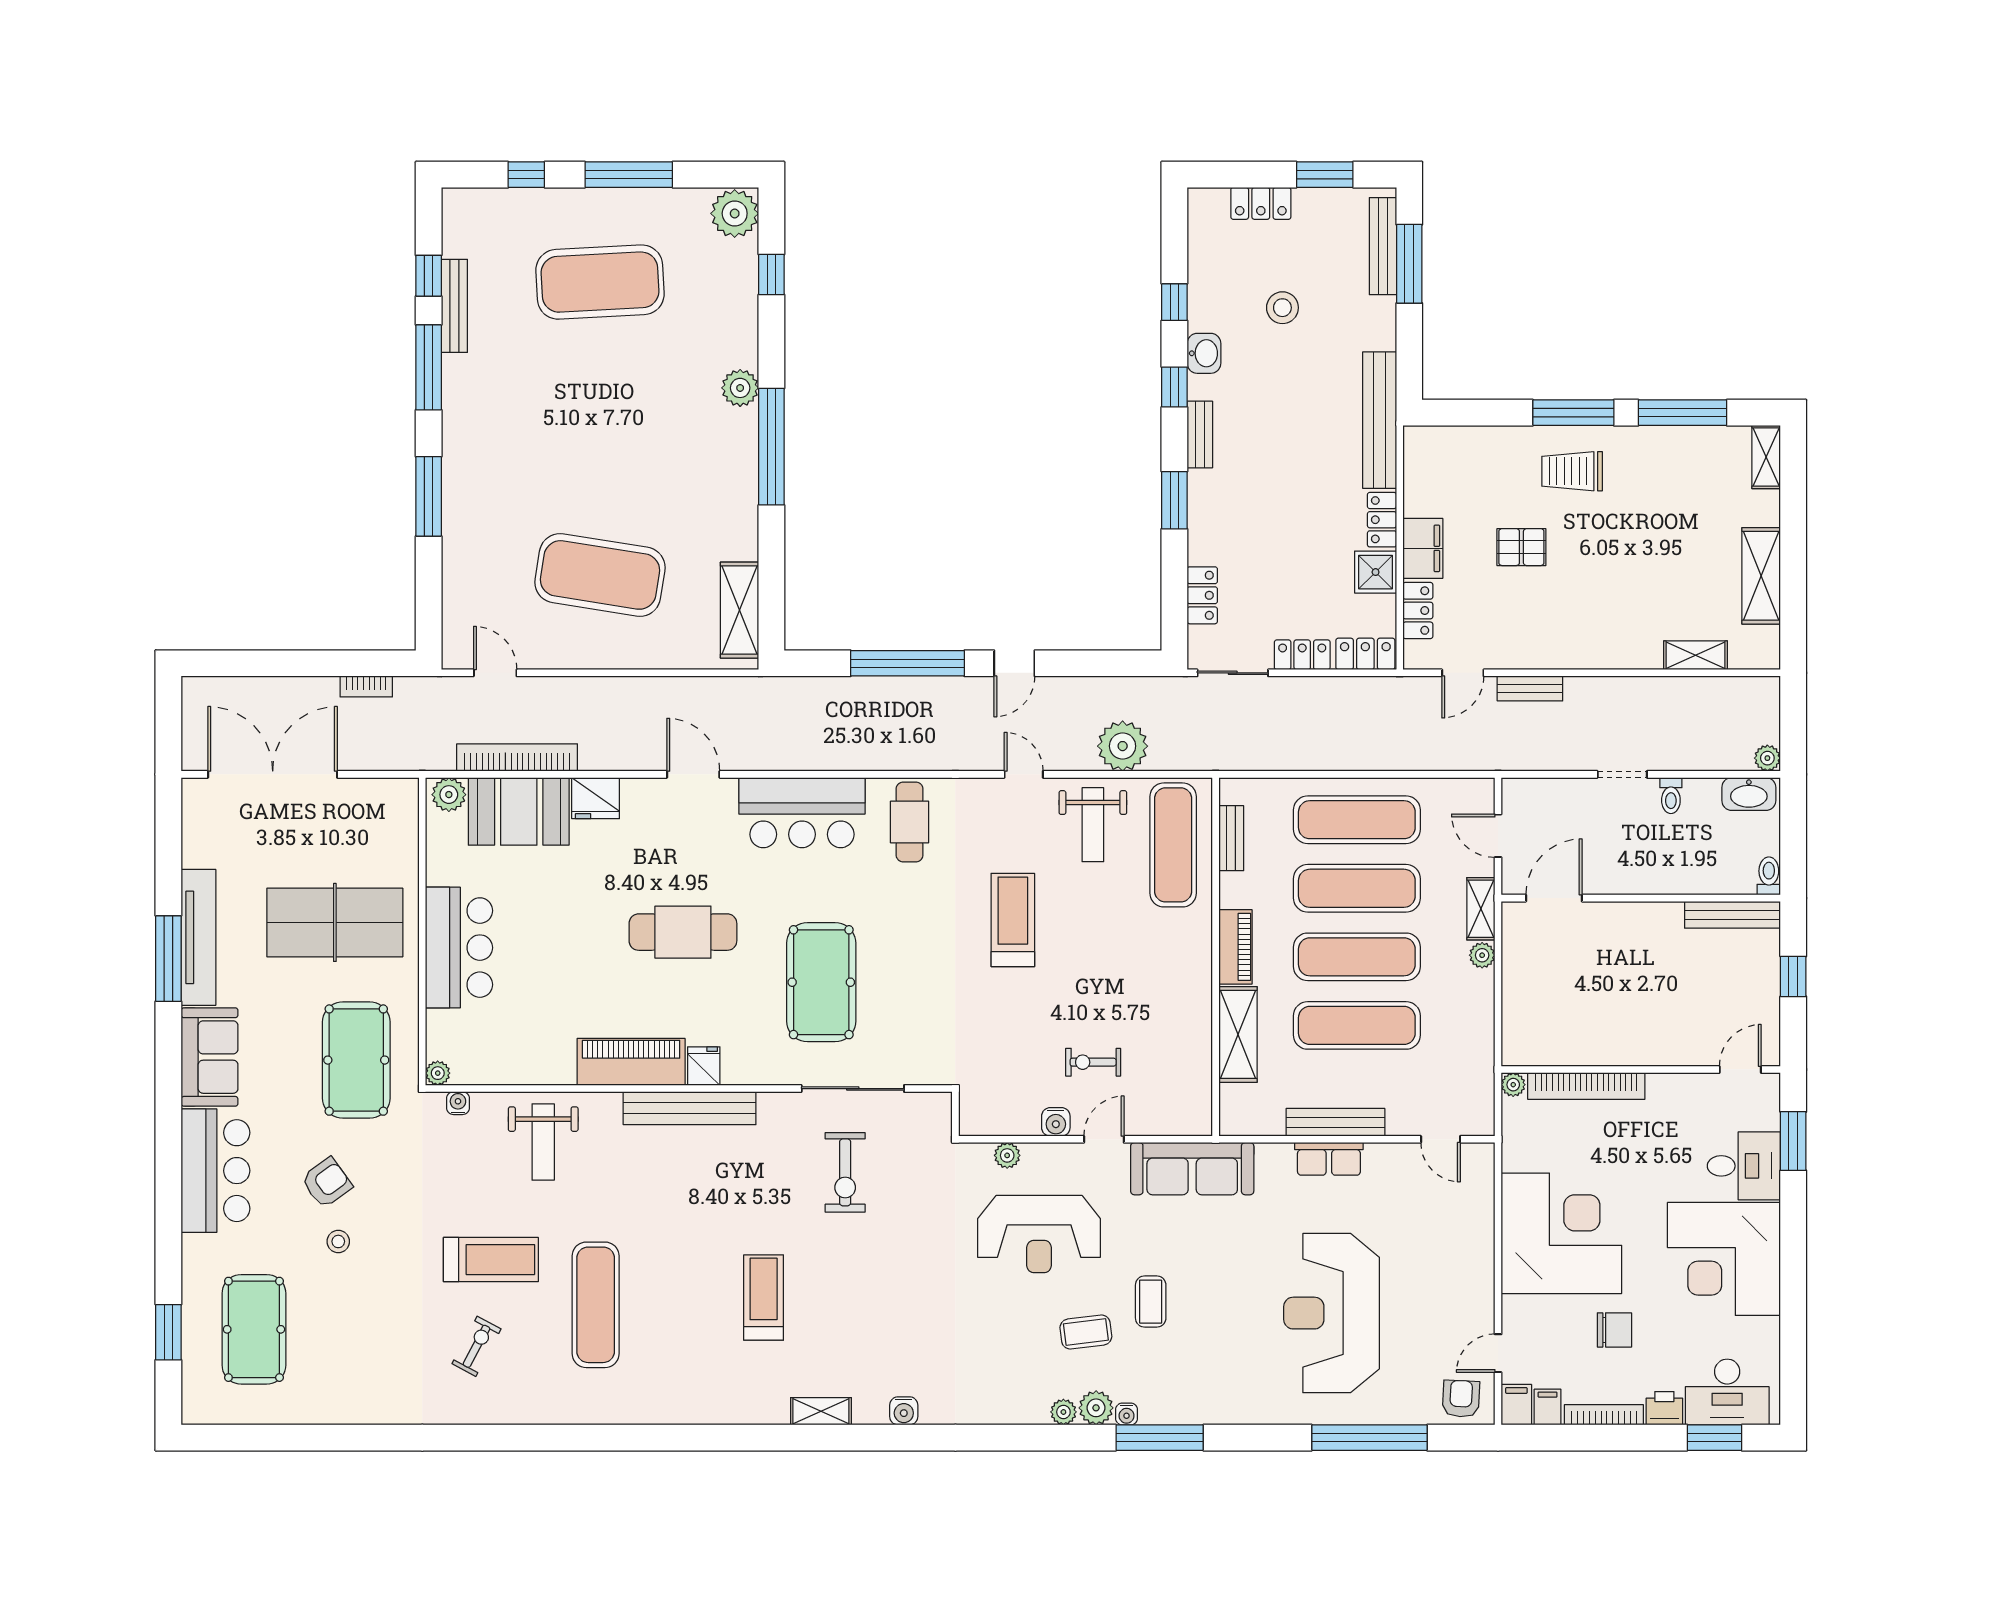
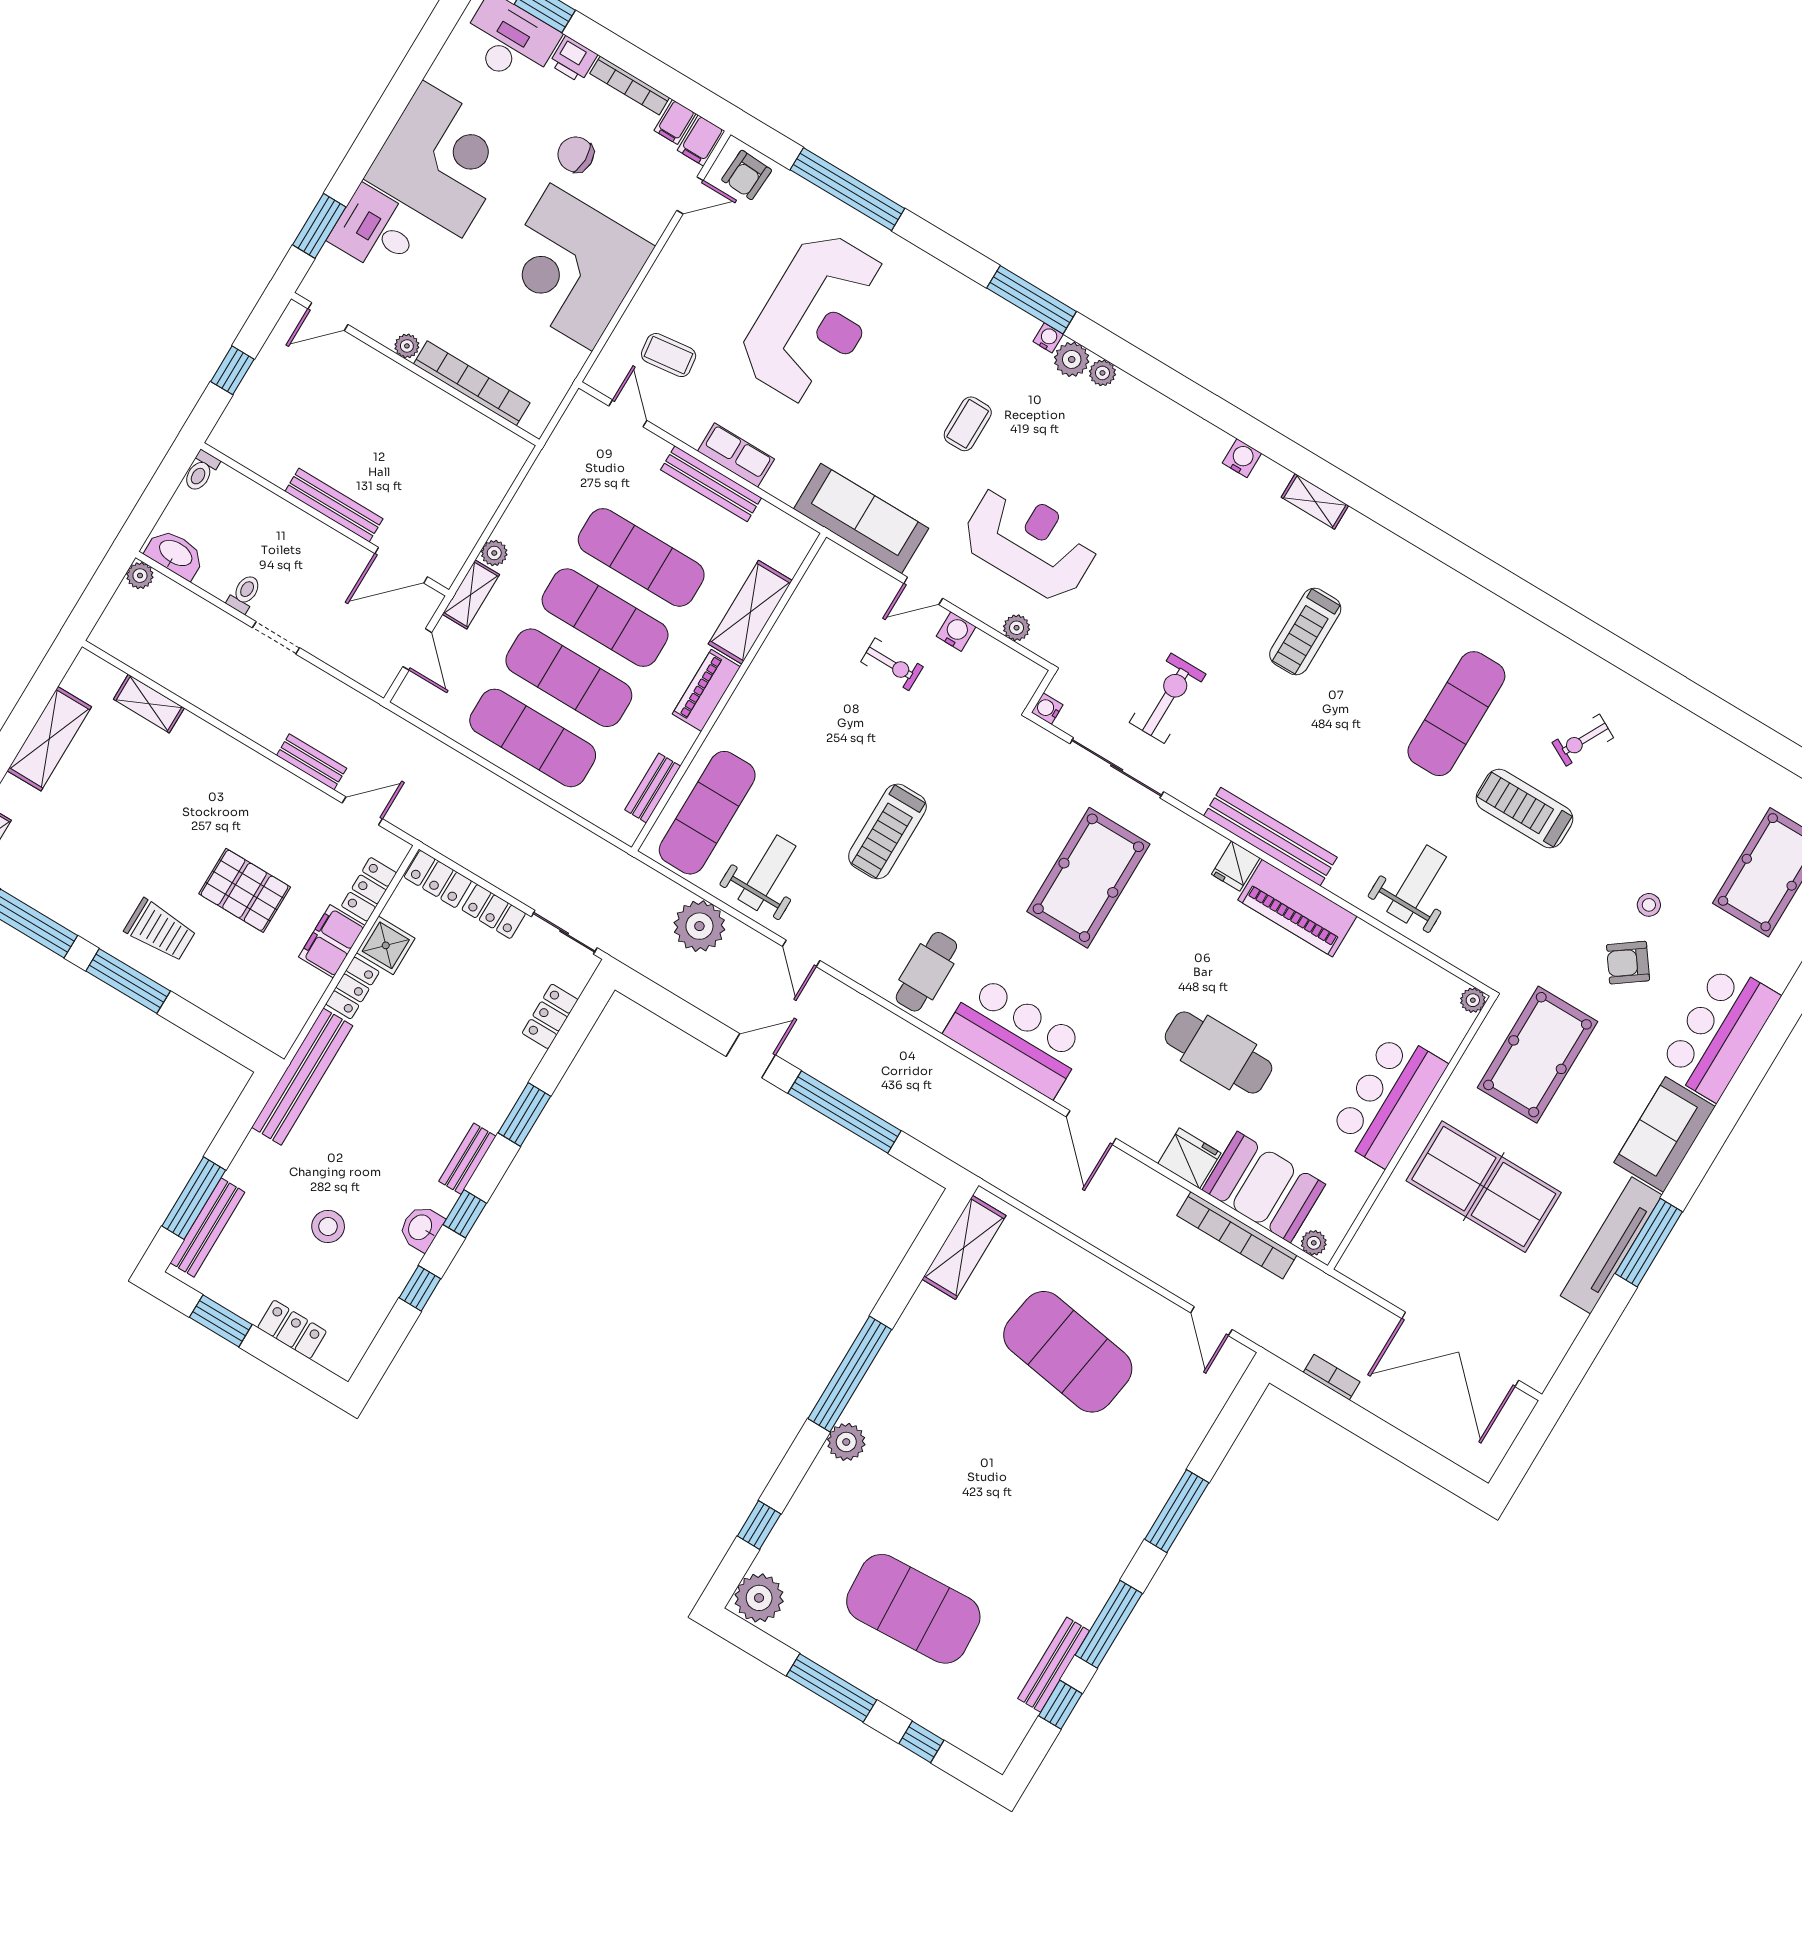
pallet: (1521, 547) -> (245, 890), width x1.50, depth x1.42
plant: (449, 795) -> (1314, 1243), width x0.73, depth x0.73
bench: (1733, 915) -> (334, 505), moved
cafe table: (683, 932) -> (1218, 1053), moved
plant: (1513, 1085) -> (407, 346), moved
water cooler: (458, 1103) -> (1047, 709), moved, turned 90
coffee table: (1086, 1332) -> (669, 355), moved

